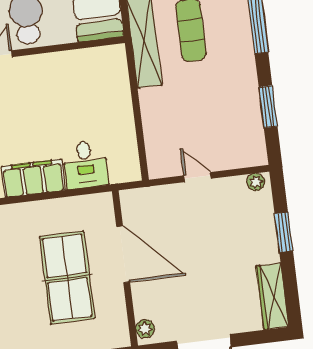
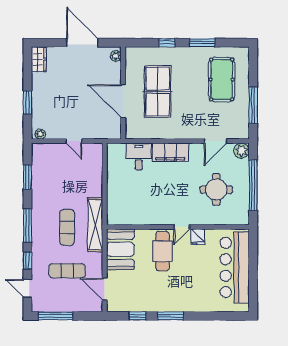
wardrobe: (272, 296) -> (39, 59), width x0.67

